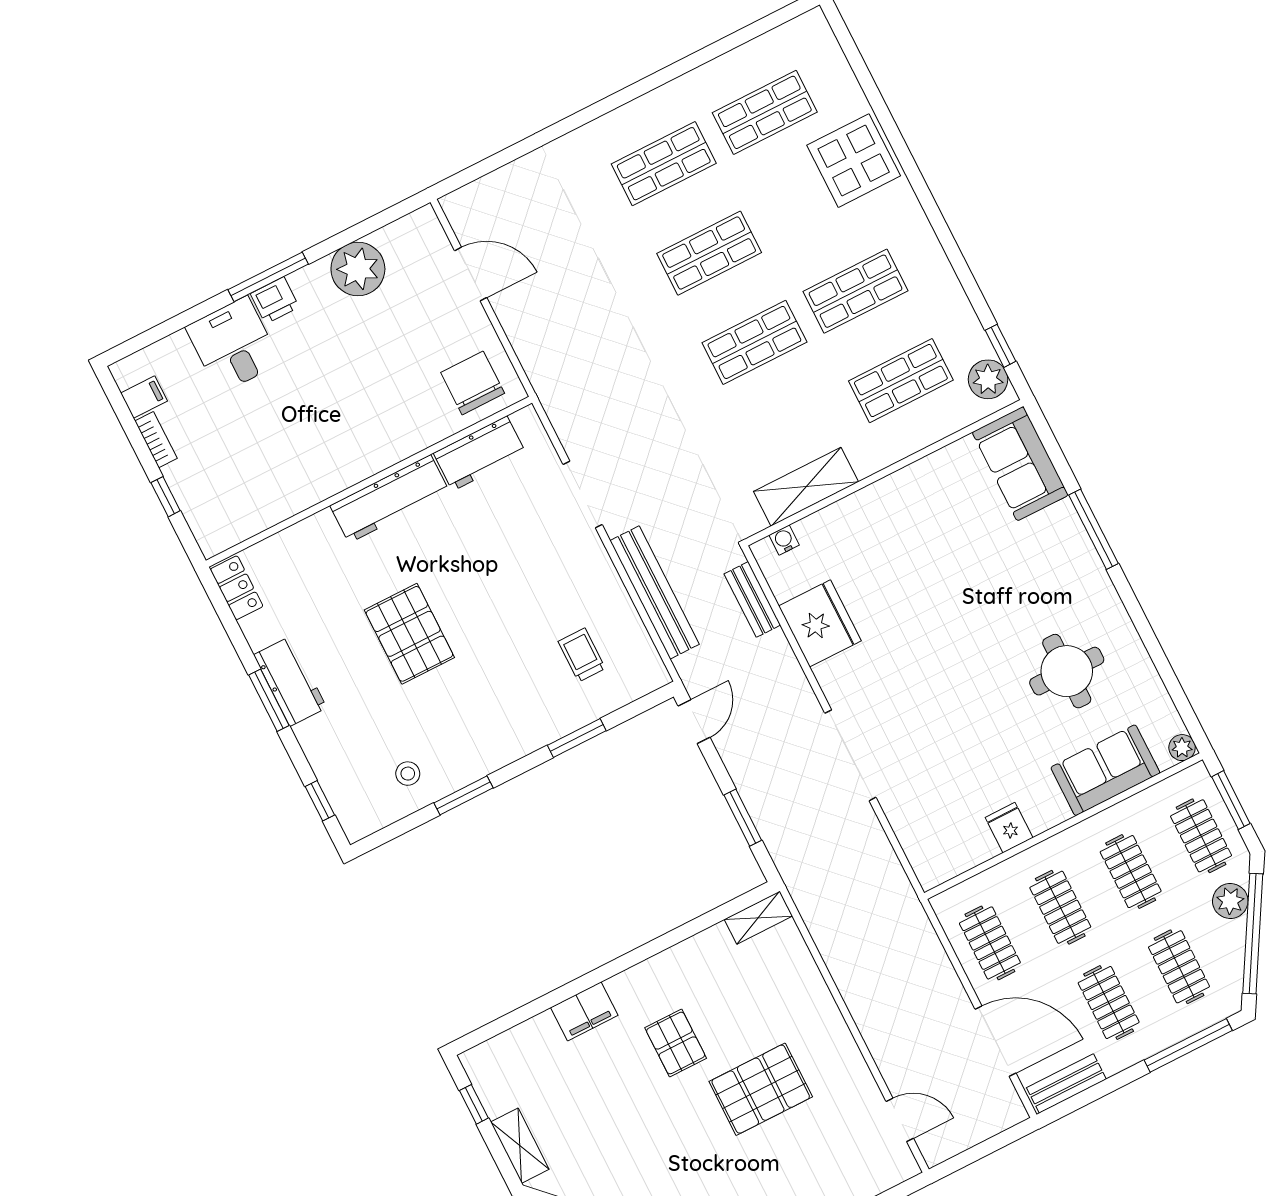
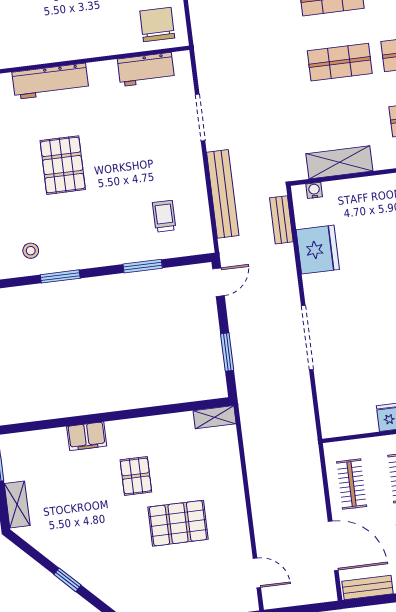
workbench: (390, 499) -> (50, 81), moved

